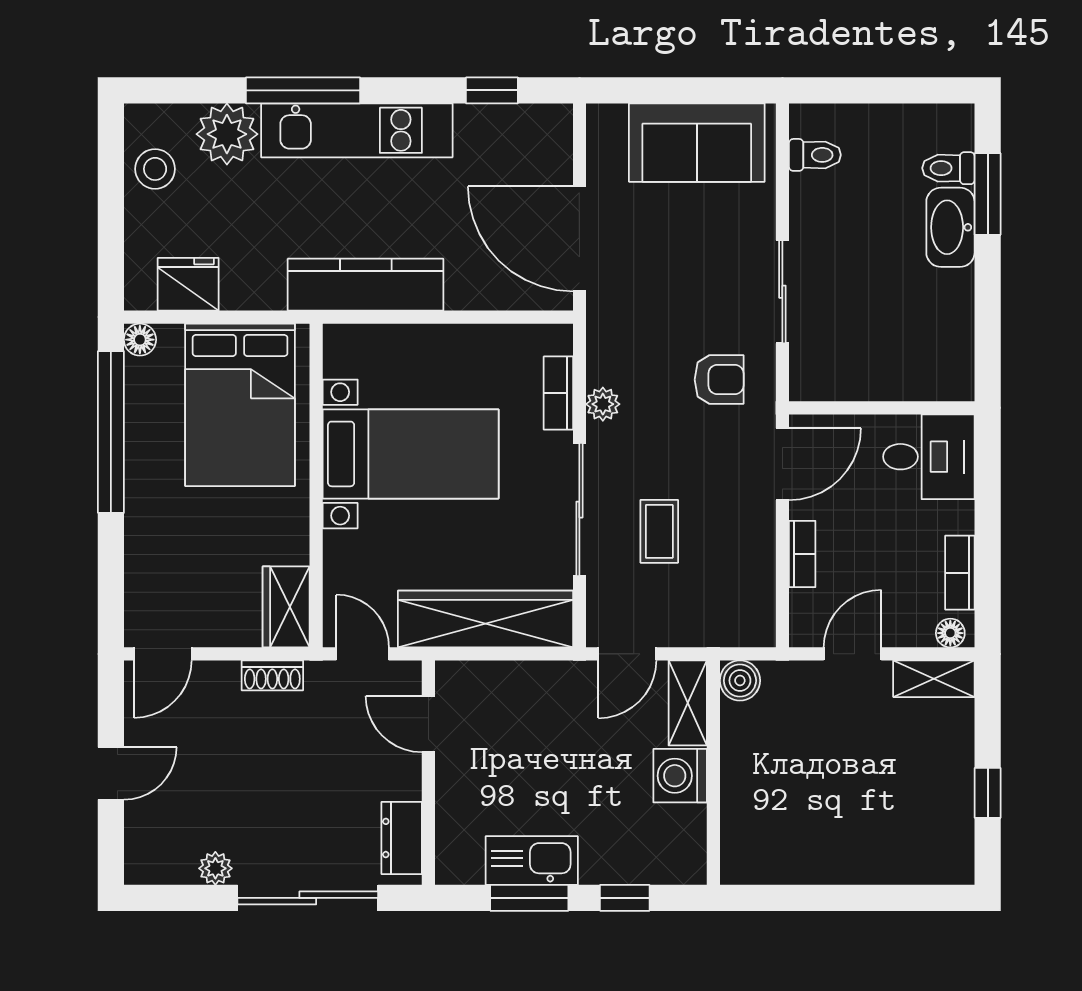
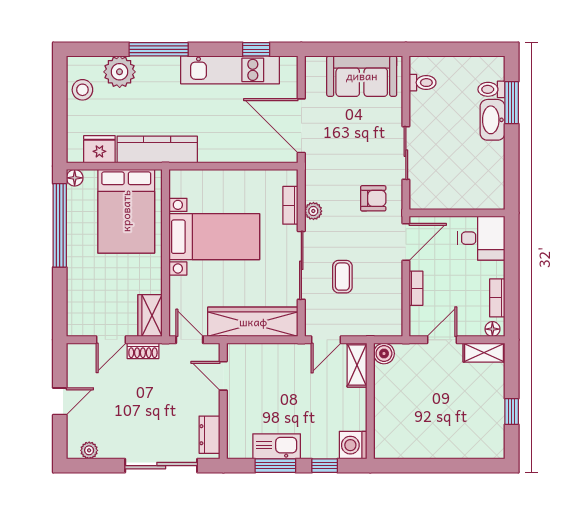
kitchen unit: (357, 130) -> (230, 70), moved
kitchen counter: (366, 285) -> (157, 149), moved
door: (163, 654) -> (111, 340), moved
washing machine: (680, 776) -> (353, 445), moved
plant: (215, 868) -> (89, 450), moved

